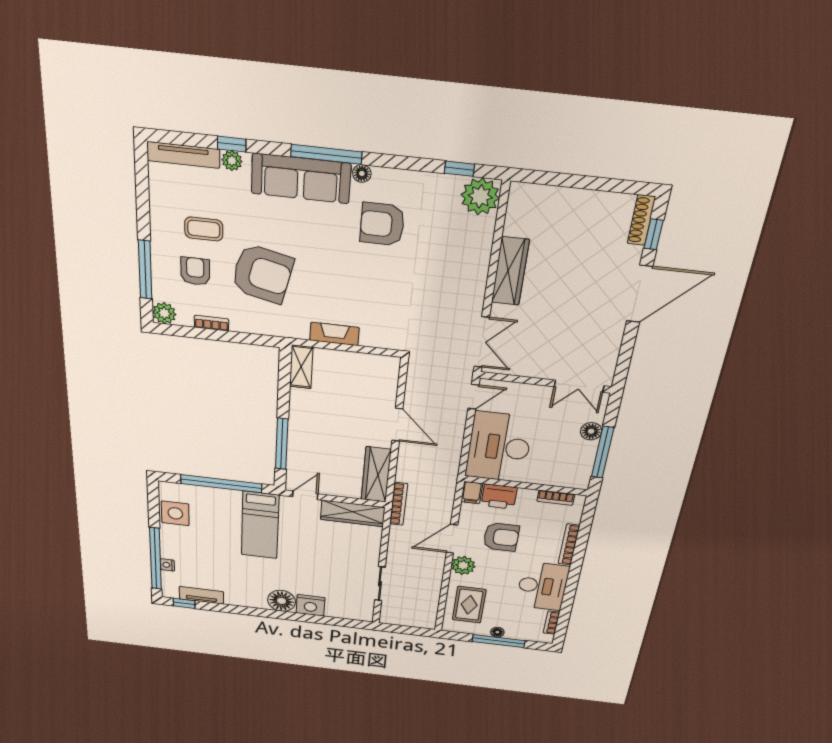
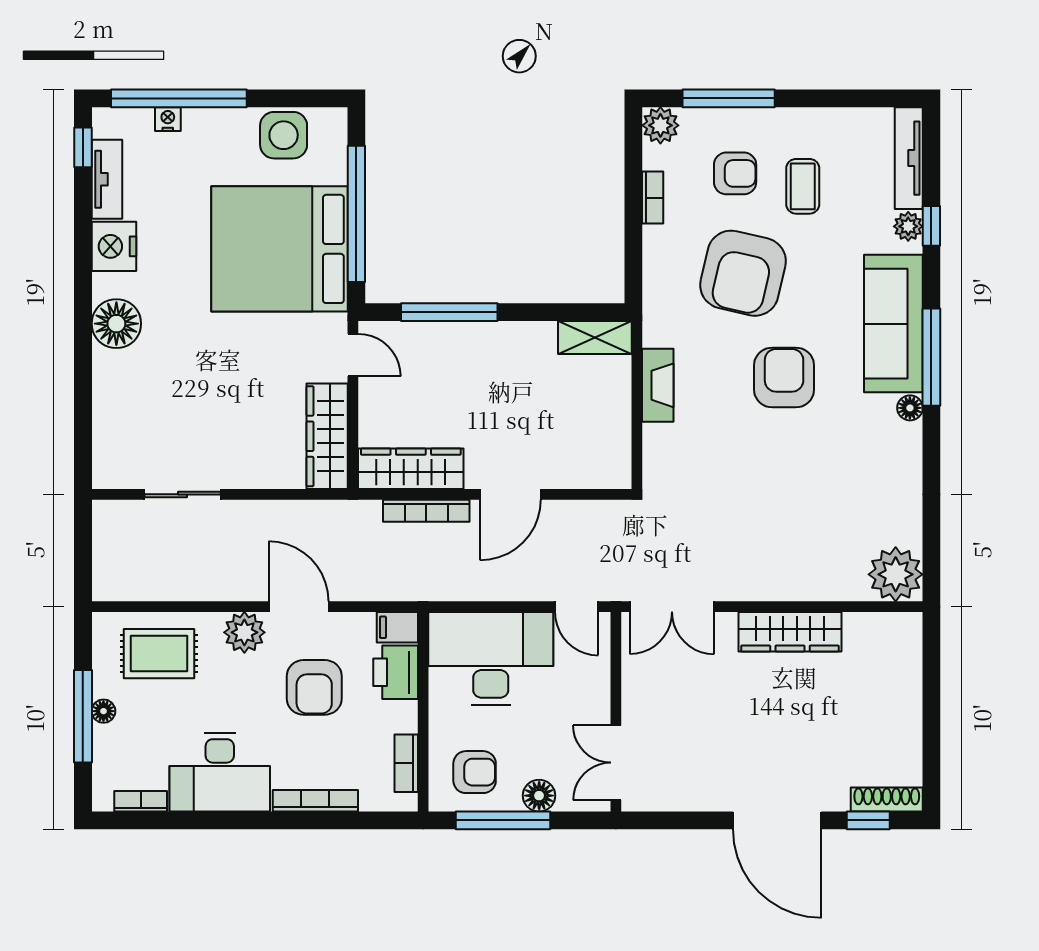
window: (459, 169) -> (931, 541), removed
armchair: (382, 224) -> (784, 378), moved
armchair: (569, 464) -> (475, 772), added
bookcase: (399, 504) -> (426, 511), moved
bed: (260, 525) -> (279, 249), width x2.04
nightstand: (311, 605) -> (114, 246), moved

